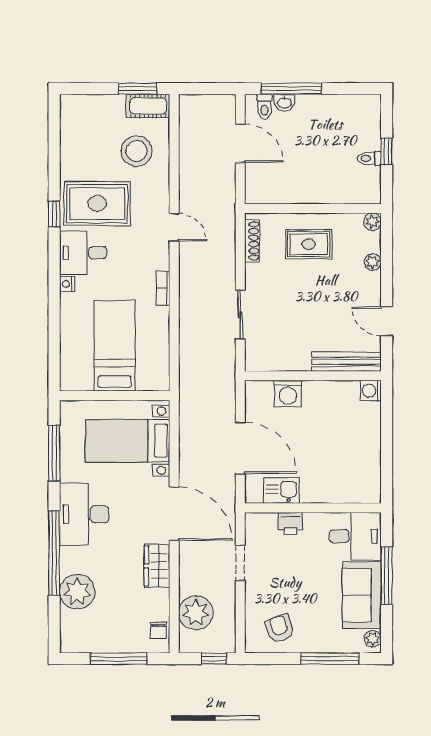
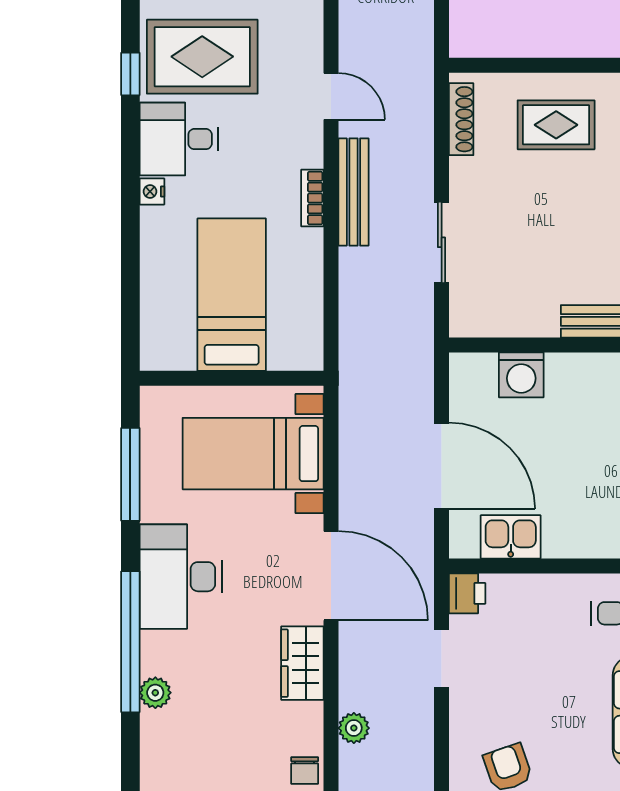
bench: (188, 284) -> (353, 192), added
printer: (290, 523) -> (467, 593), moved, turned -90
plant: (77, 592) -> (155, 693), width x0.53, depth x0.53
plant: (196, 613) -> (354, 728), width x0.53, depth x0.53

